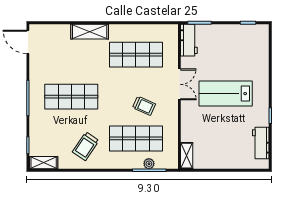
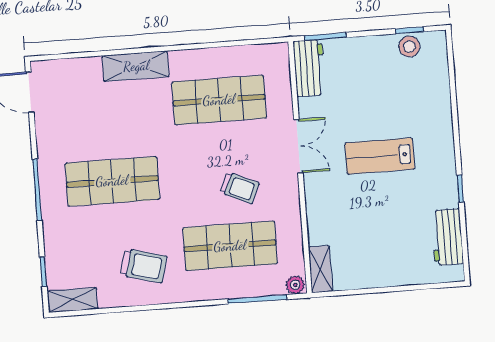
stool: (247, 32) -> (409, 47), added
lab bench: (226, 94) -> (380, 156), width x0.73, depth x0.72
trolley: (86, 146) -> (144, 266), turned -109
plant: (149, 164) -> (295, 285), moved

